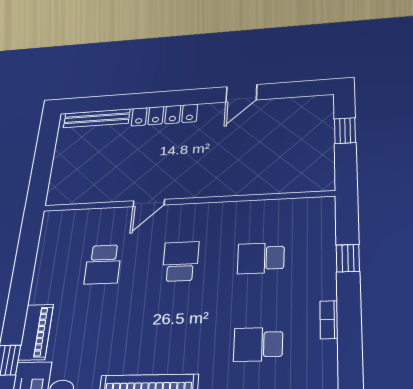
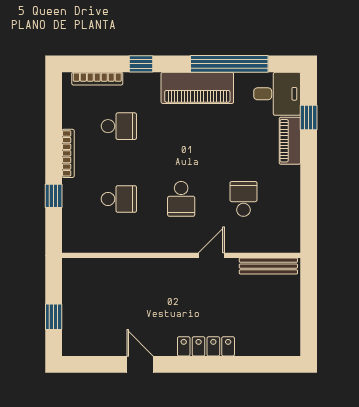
door: (241, 93) -> (140, 364), hinge flipped
bench: (97, 118) -> (268, 266), moved
bookcase: (329, 320) -> (68, 153), width x1.56

